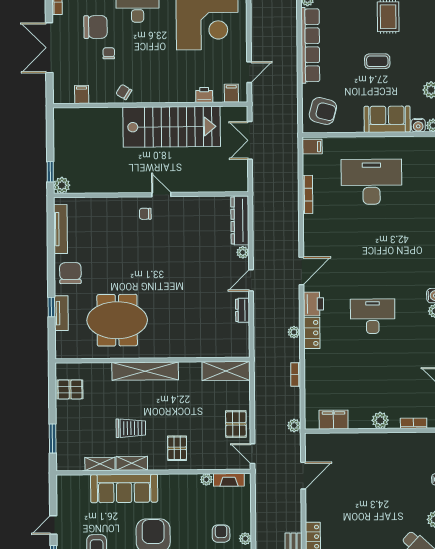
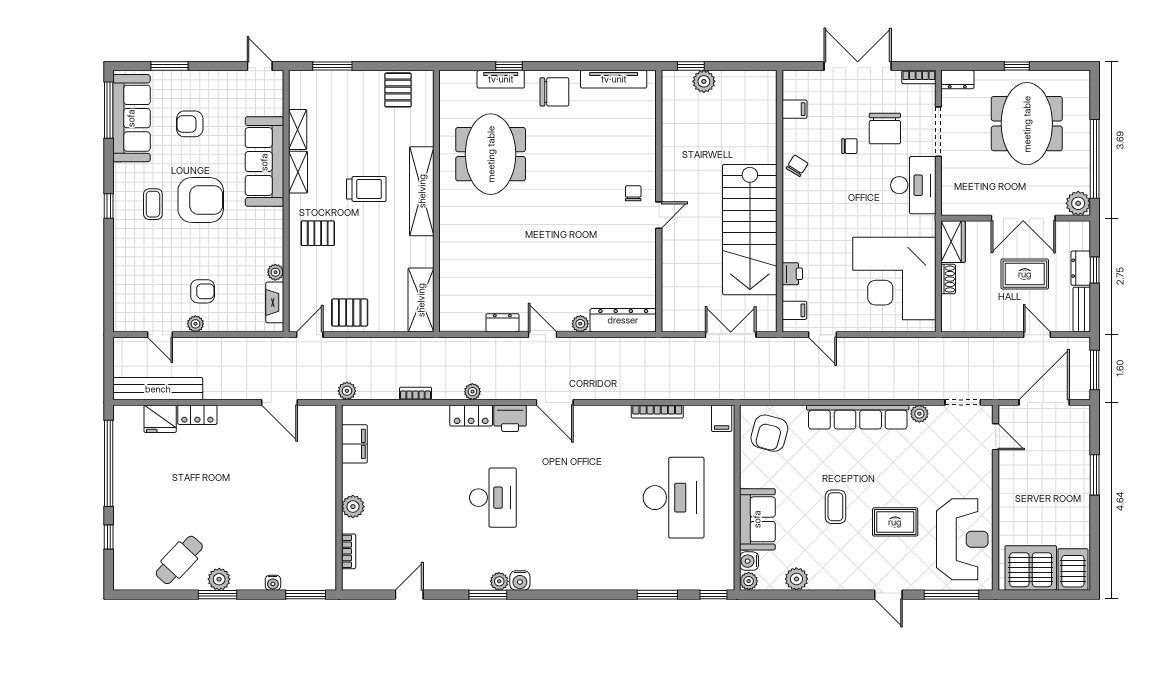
plant: (62, 185) -> (704, 81), moved
trolley: (131, 428) -> (366, 189), moved, turned -90
door: (53, 525) -> (260, 66), moved

